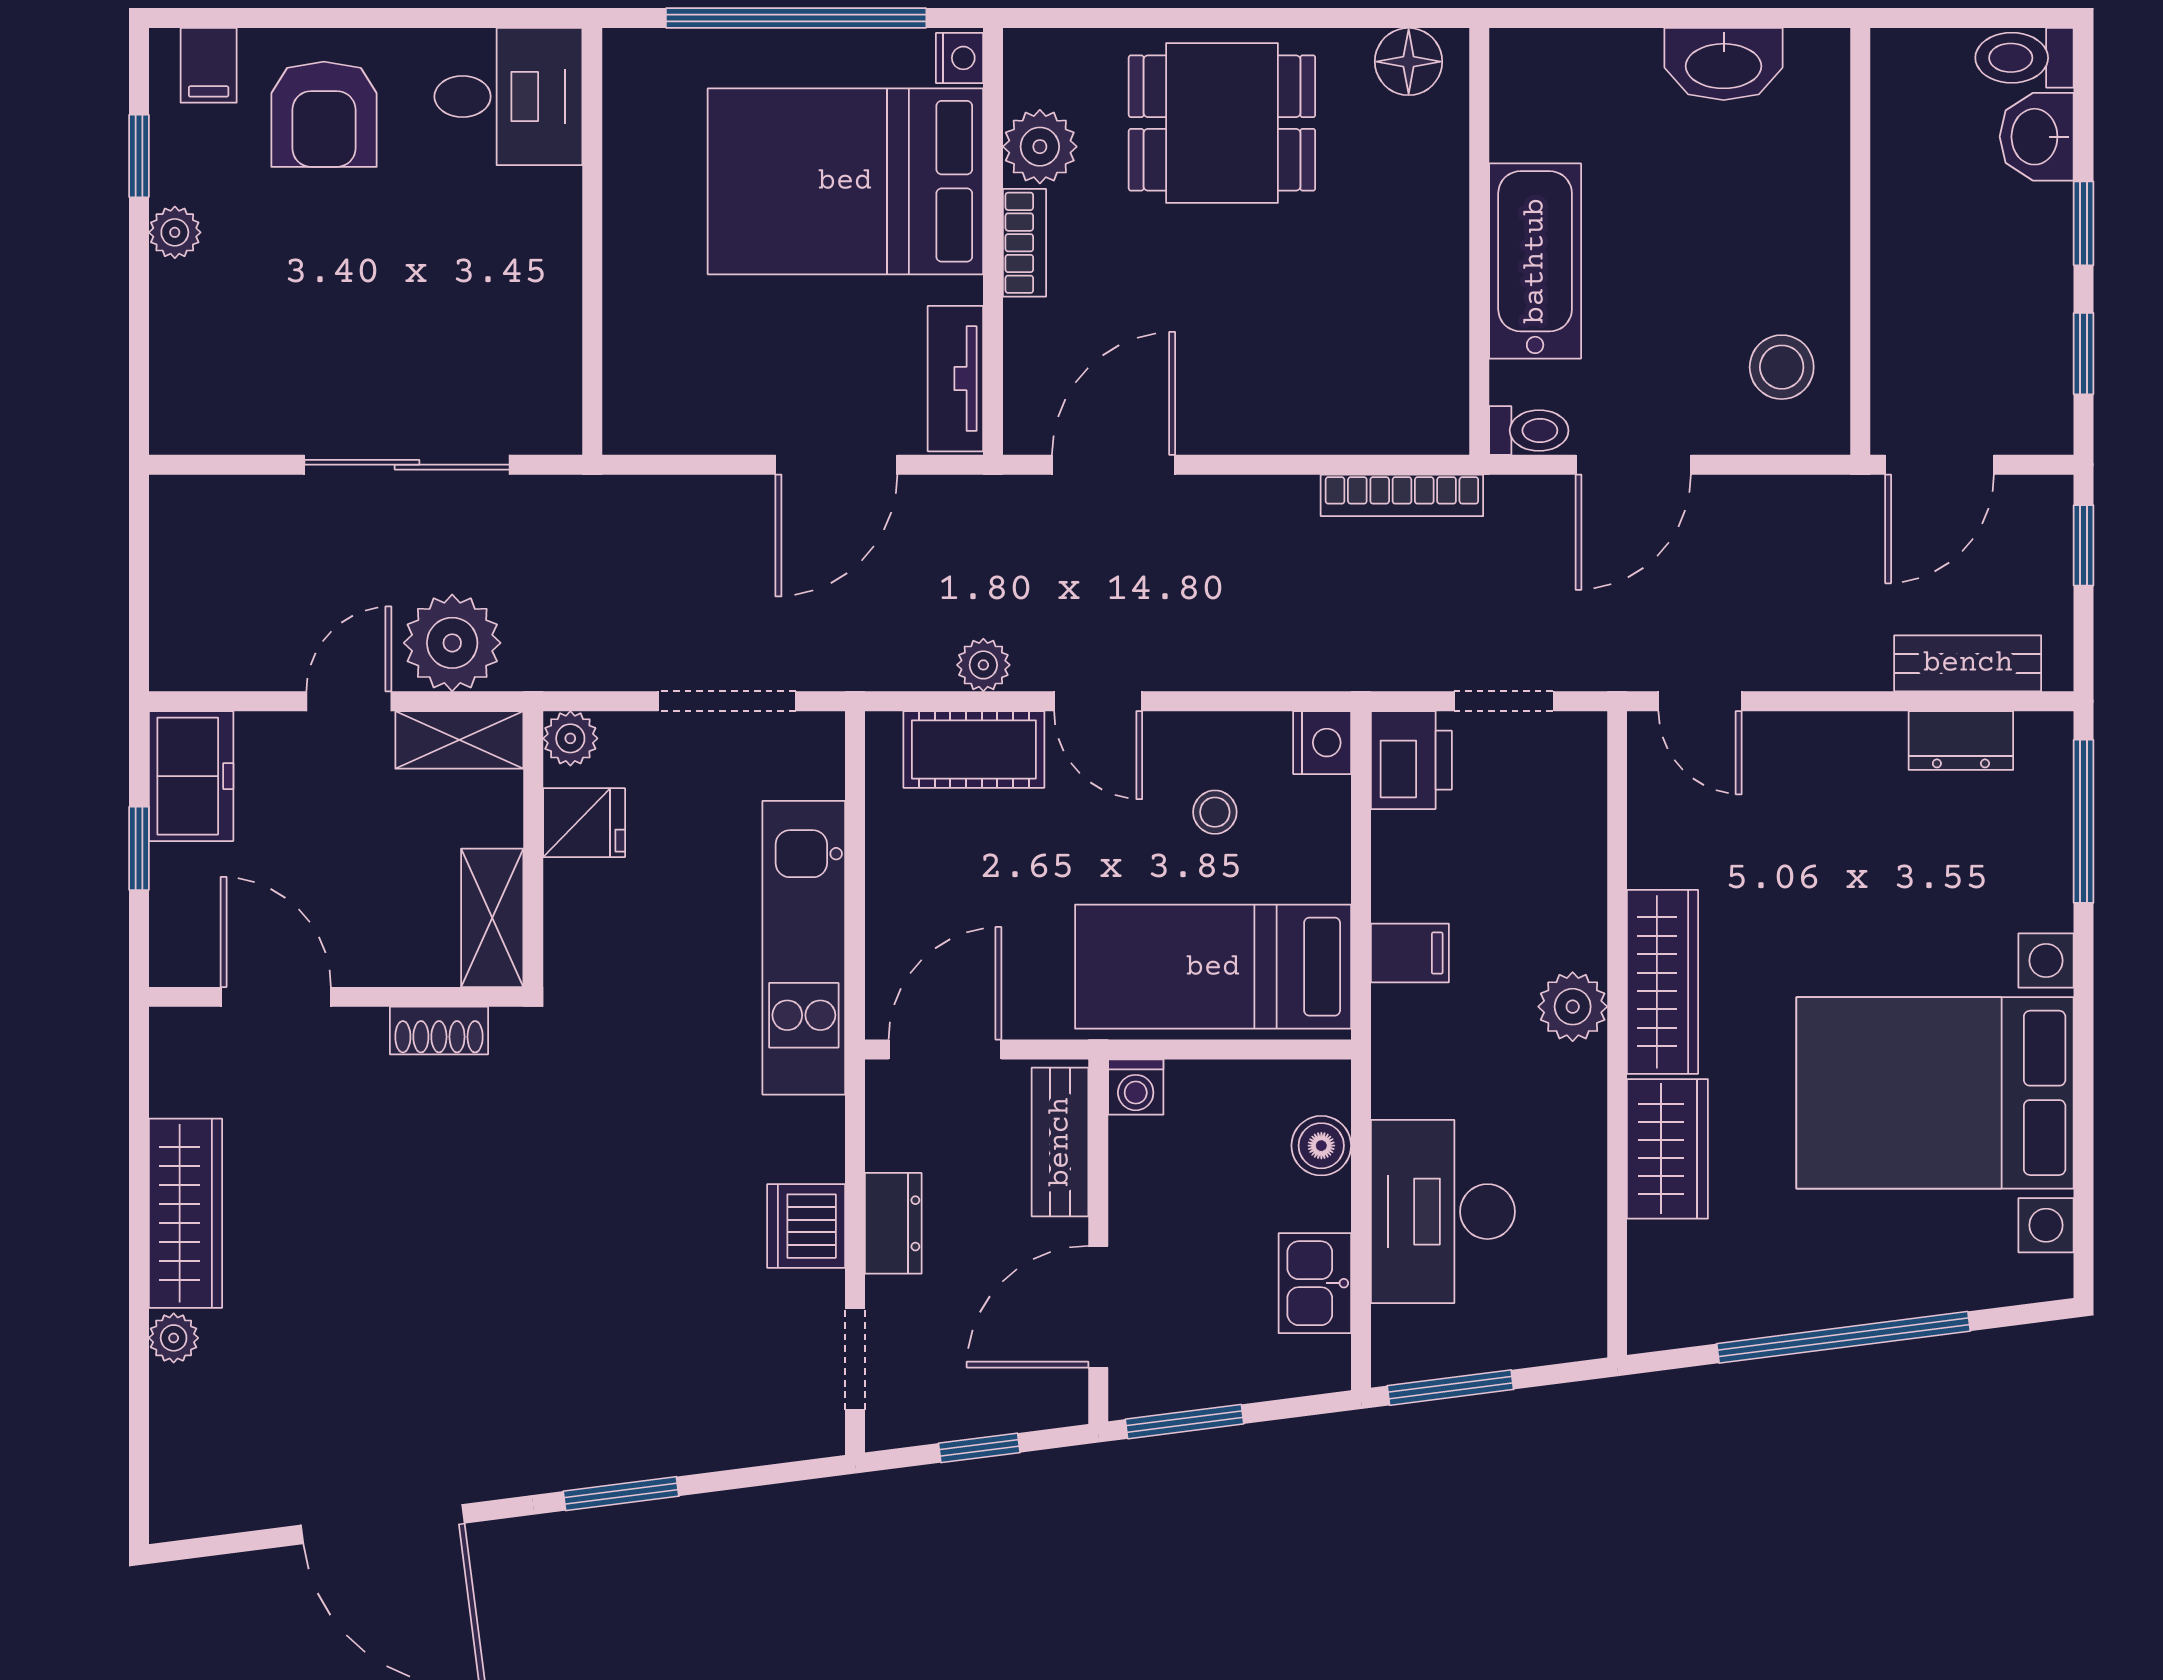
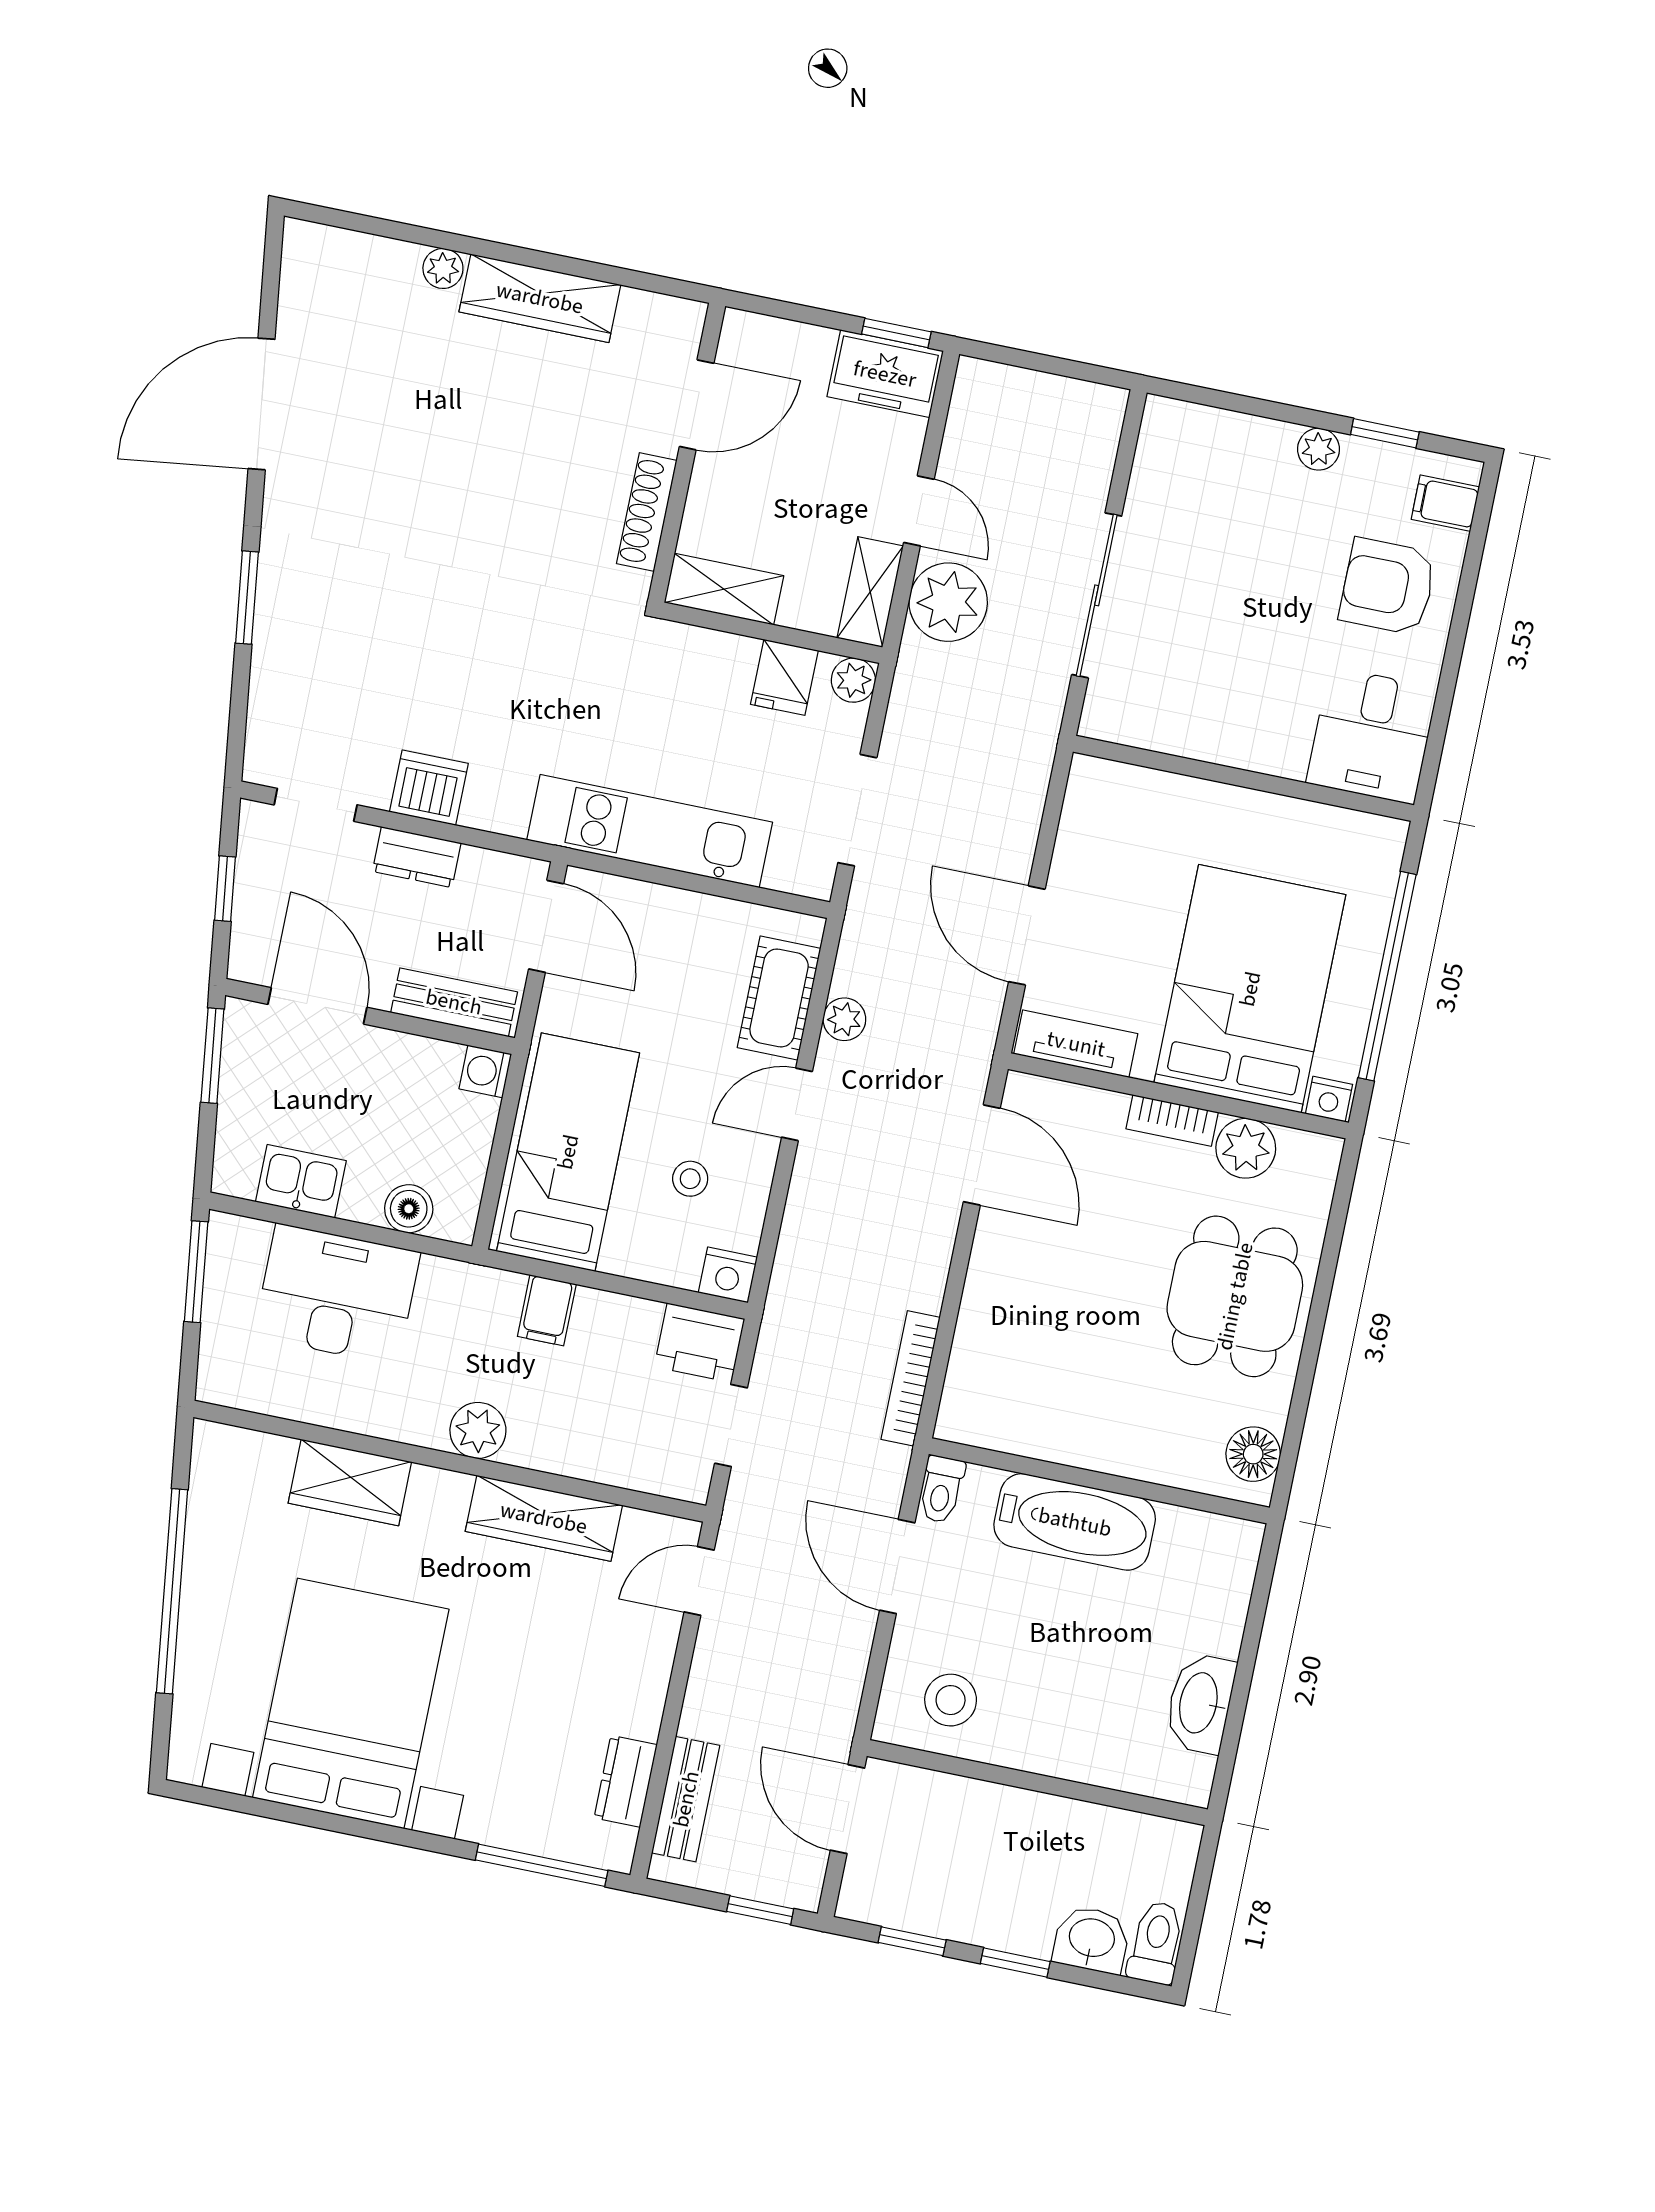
window: (139, 848) -> (896, 333), moved
wardrobe: (1663, 982) -> (544, 1518), moved
shoe rack: (439, 1031) -> (647, 512), width x1.43

